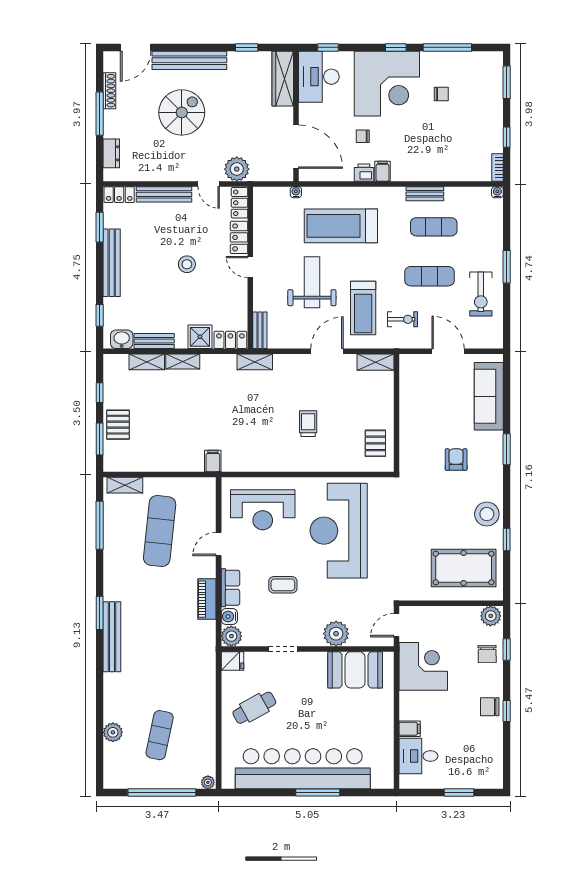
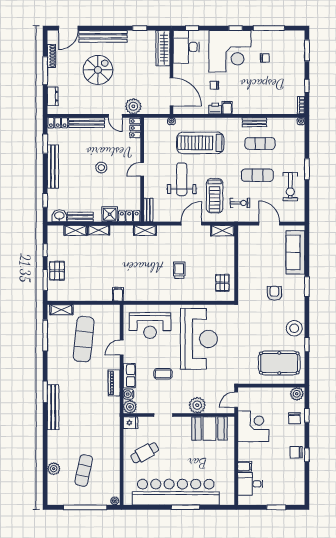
locker: (239, 237) -> (135, 150), removed
door: (250, 267) -> (142, 169), hinge flipped
reception desk: (339, 531) -> (199, 339), turned 180

